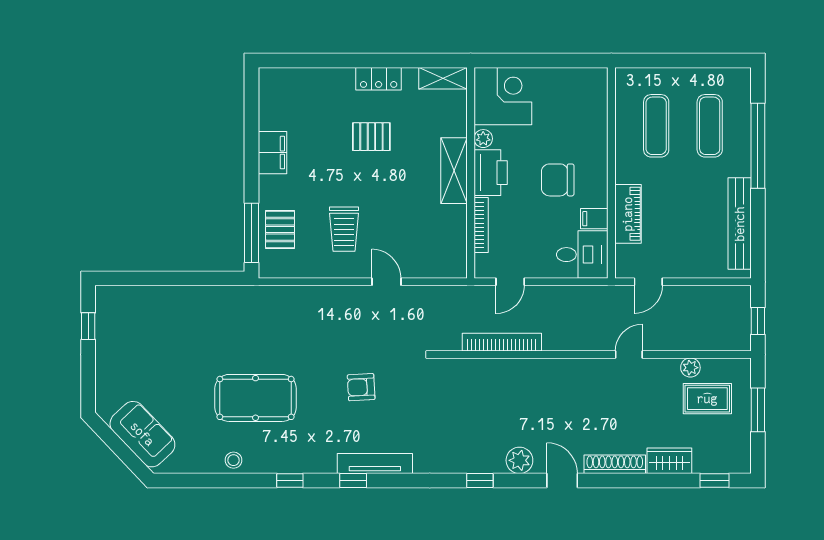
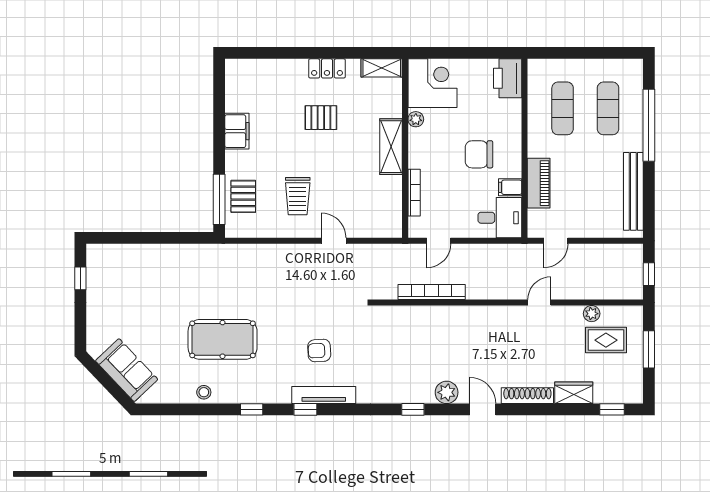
printer: (491, 173) -> (508, 78), moved, turned 180
armchair: (361, 387) -> (319, 351), moved

